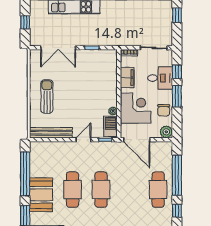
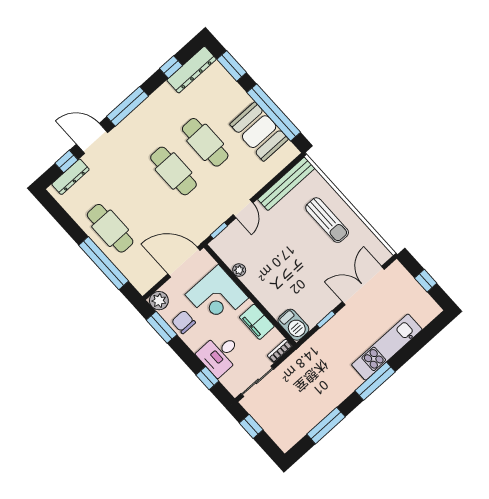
window: (177, 15) -> (251, 426), moved
window: (177, 96) -> (162, 327), moved
barbecue: (110, 126) -> (293, 325), moved
booth: (41, 195) -> (259, 132), moved
window: (177, 211) -> (68, 224), removed

